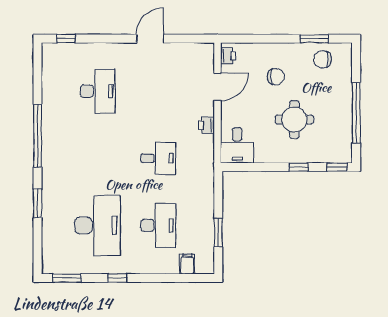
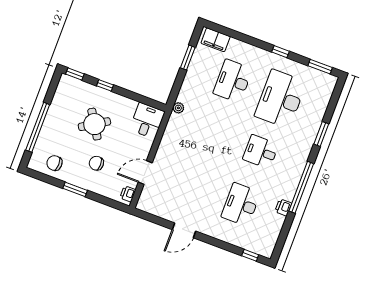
window: (314, 39) -> (75, 189), moved
chair: (323, 59) -> (54, 163), turned 180
window: (356, 113) -> (38, 127), moved
round table: (294, 119) -> (94, 124), turned -32
printer: (206, 125) -> (283, 207), moved, turned 180
desk: (158, 158) -> (261, 152), moved
plant: (208, 173) -> (178, 108), added
filing cabinet: (187, 264) -> (216, 40), width x2.00

